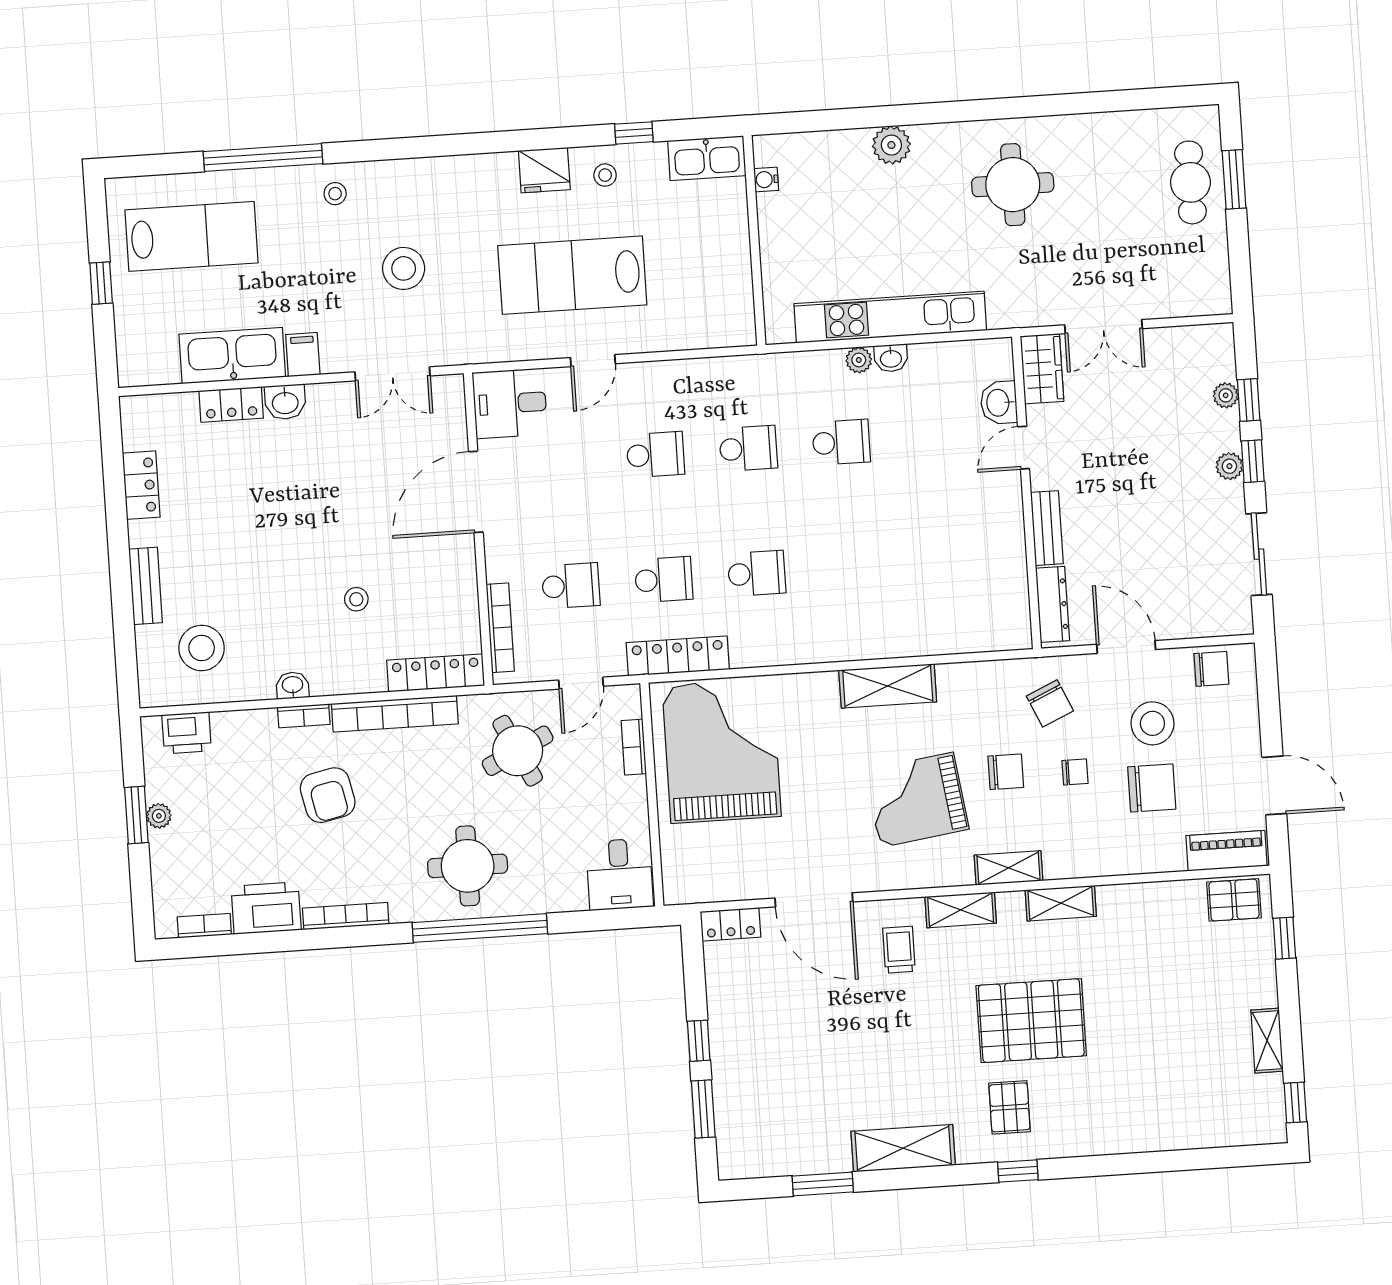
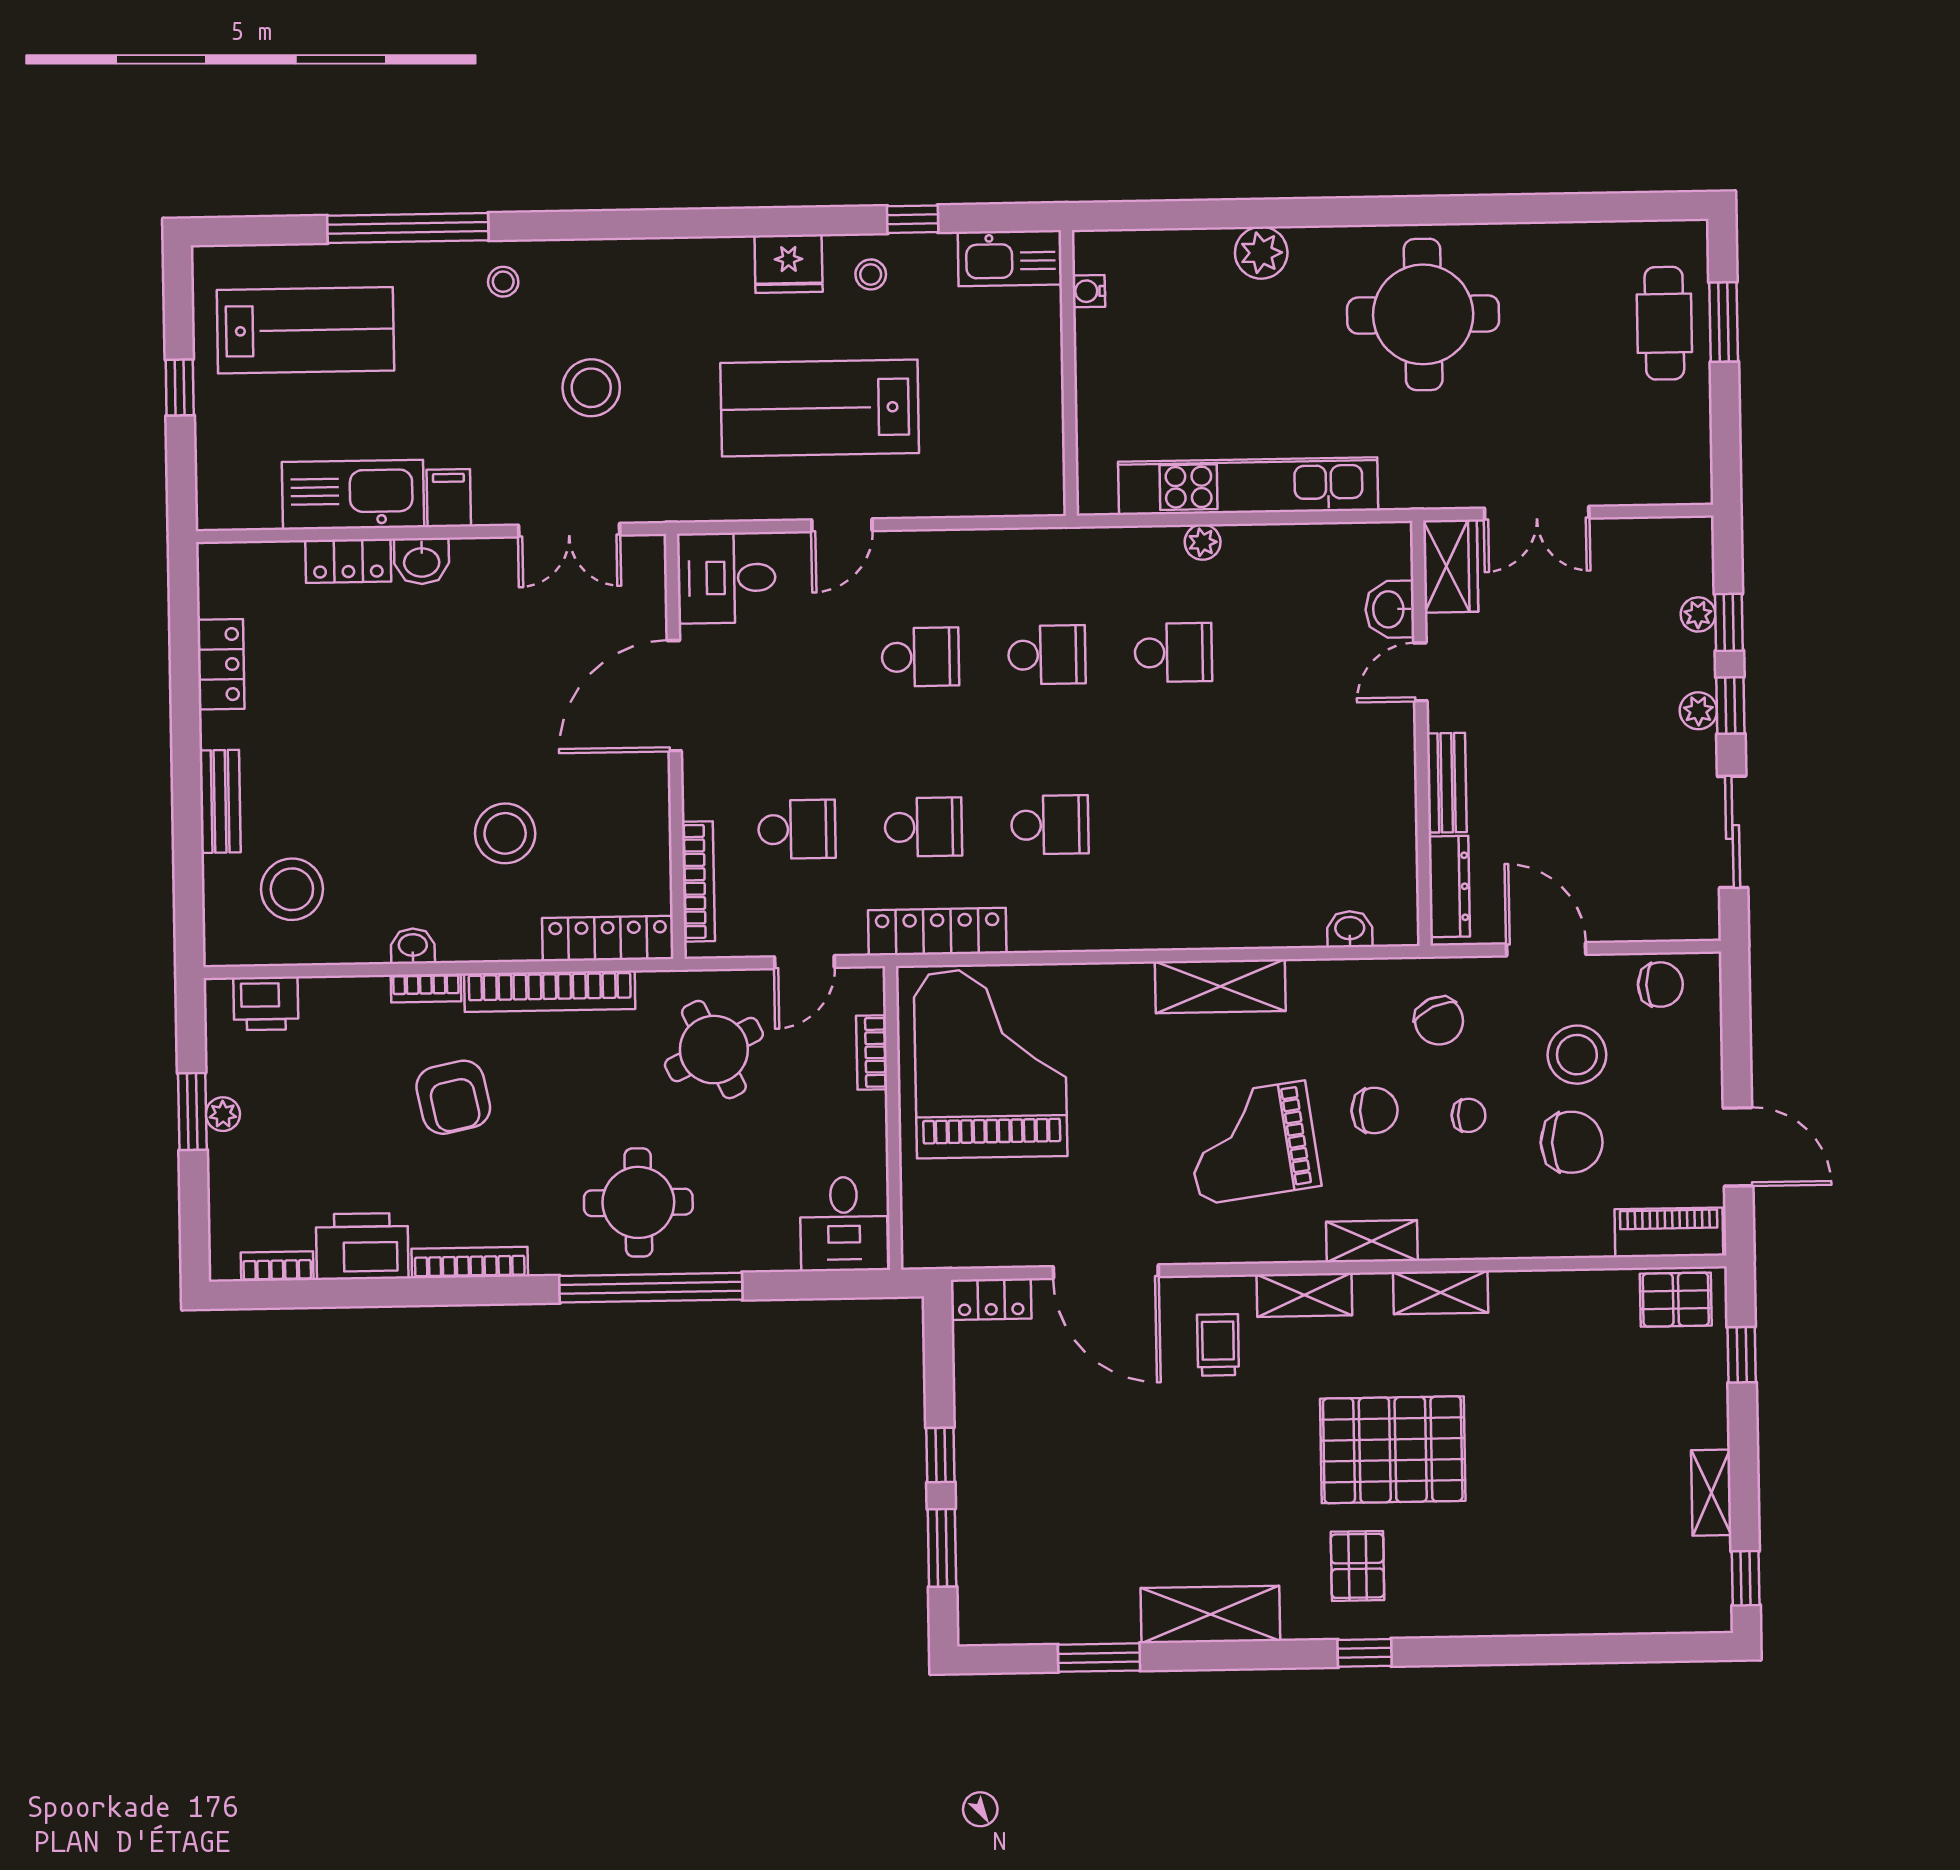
round table: (1013, 185) -> (1423, 314), width x1.36, depth x1.36
washbasin: (891, 358) -> (1350, 929), moved, turned 180
stool: (356, 599) -> (505, 833), width x1.89, depth x1.89

